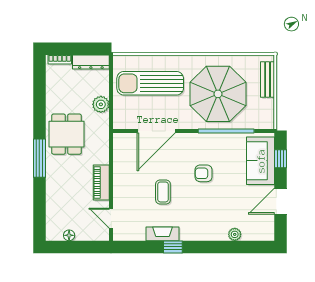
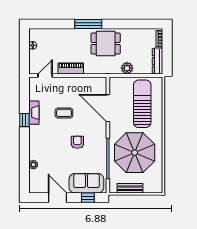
bench: (268, 80) -> (130, 188), moved

